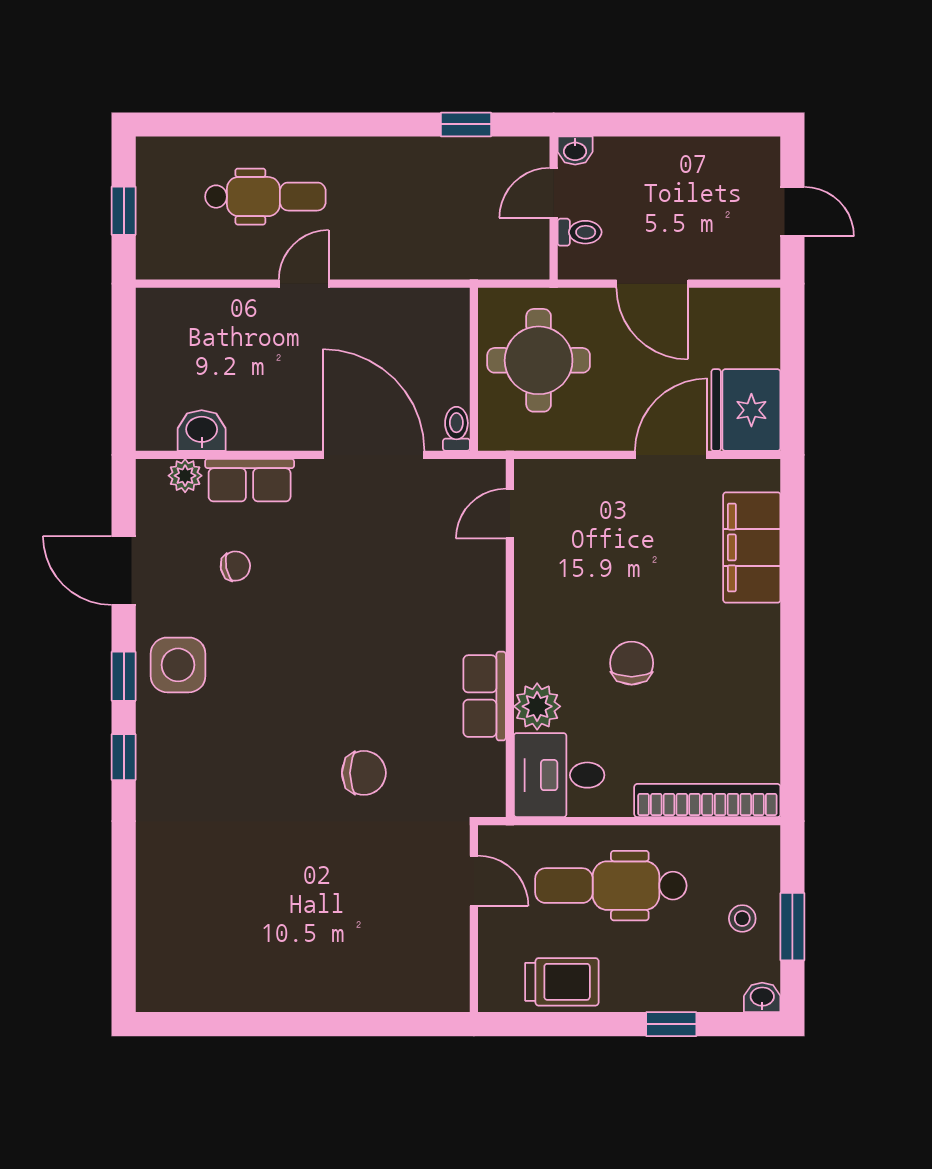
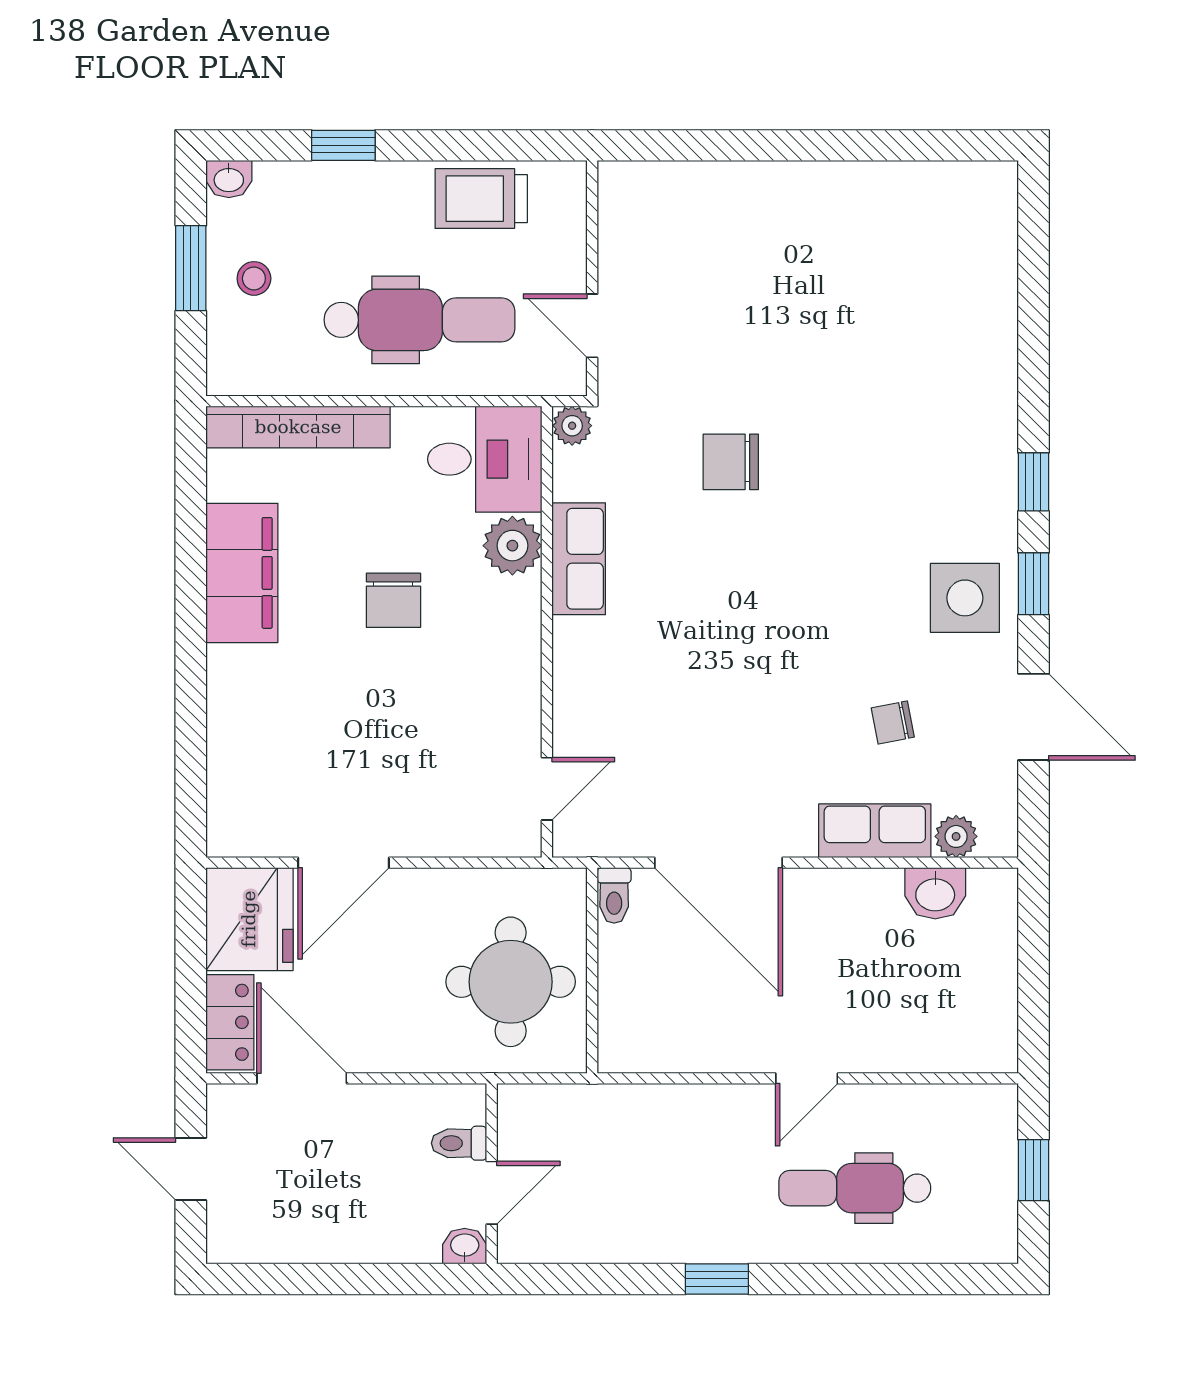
window: (466, 124) -> (717, 1279), moved
door: (652, 284) -> (302, 1078), moved
locker: (761, 328) -> (230, 1022), added
filing cabinet: (752, 547) -> (242, 573), moved
plant: (490, 802) -> (572, 426), added

